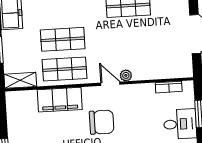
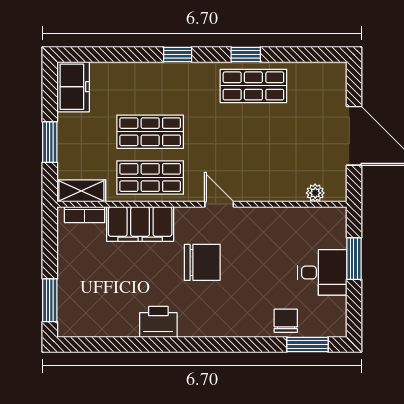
plant: (126, 75) -> (315, 193), moved
bookcase: (169, 87) -> (85, 215), moved

